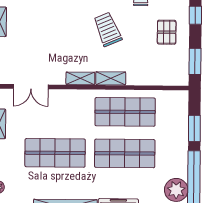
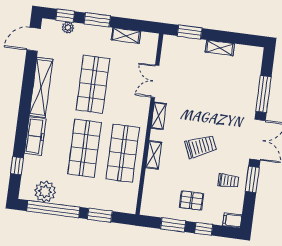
window: (195, 61) -> (173, 225), moved
shelving: (111, 78) -> (154, 155), moved
double door: (31, 87) -> (155, 81), moved

